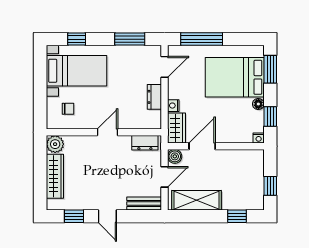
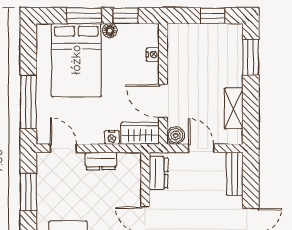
window: (270, 69) -> (84, 16), moved
nightstand: (259, 138) -> (153, 54), moved
shelving: (196, 200) -> (234, 108), width x0.67, depth x0.75
window: (237, 216) -> (251, 57), width x1.50

